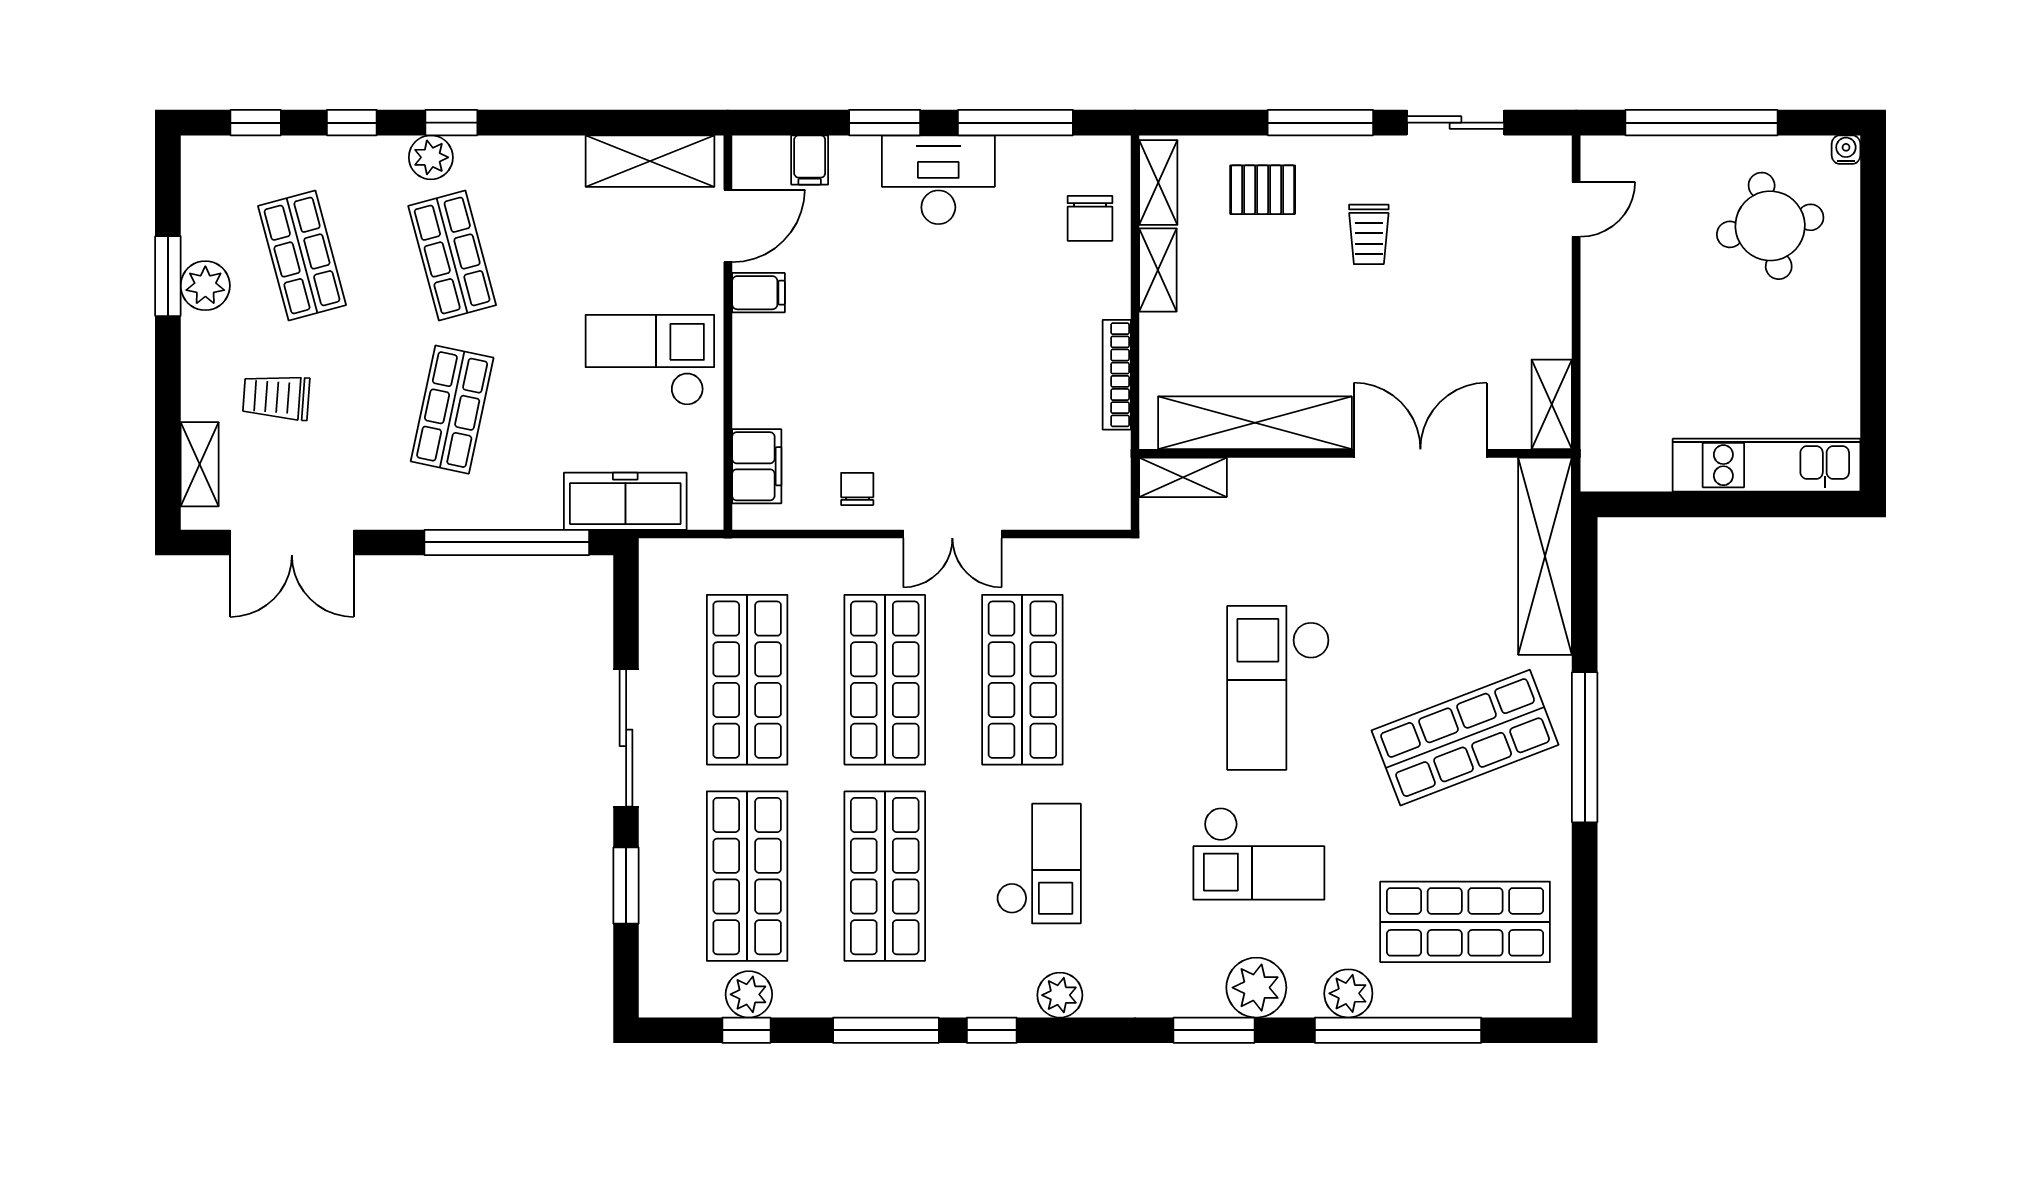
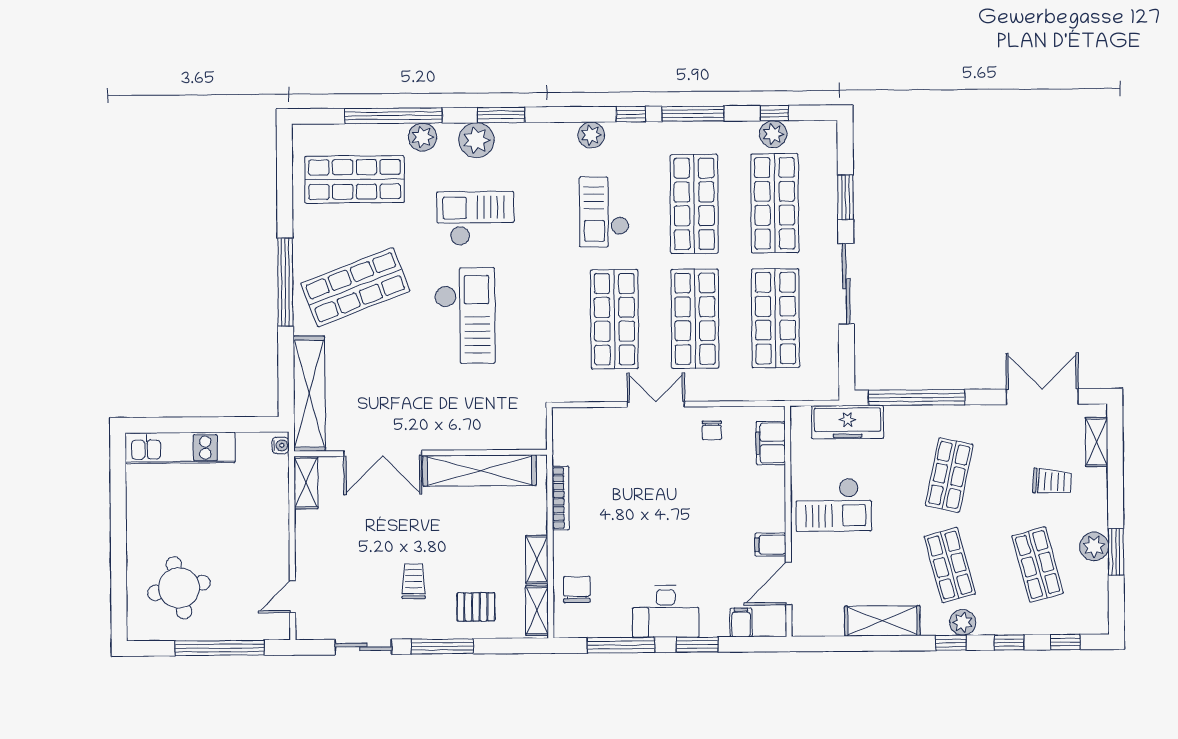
water cooler: (1846, 150) -> (281, 445), moved, turned -90
shelving: (650, 161) -> (882, 621), moved
shelving: (1183, 477) -> (521, 438), removed

